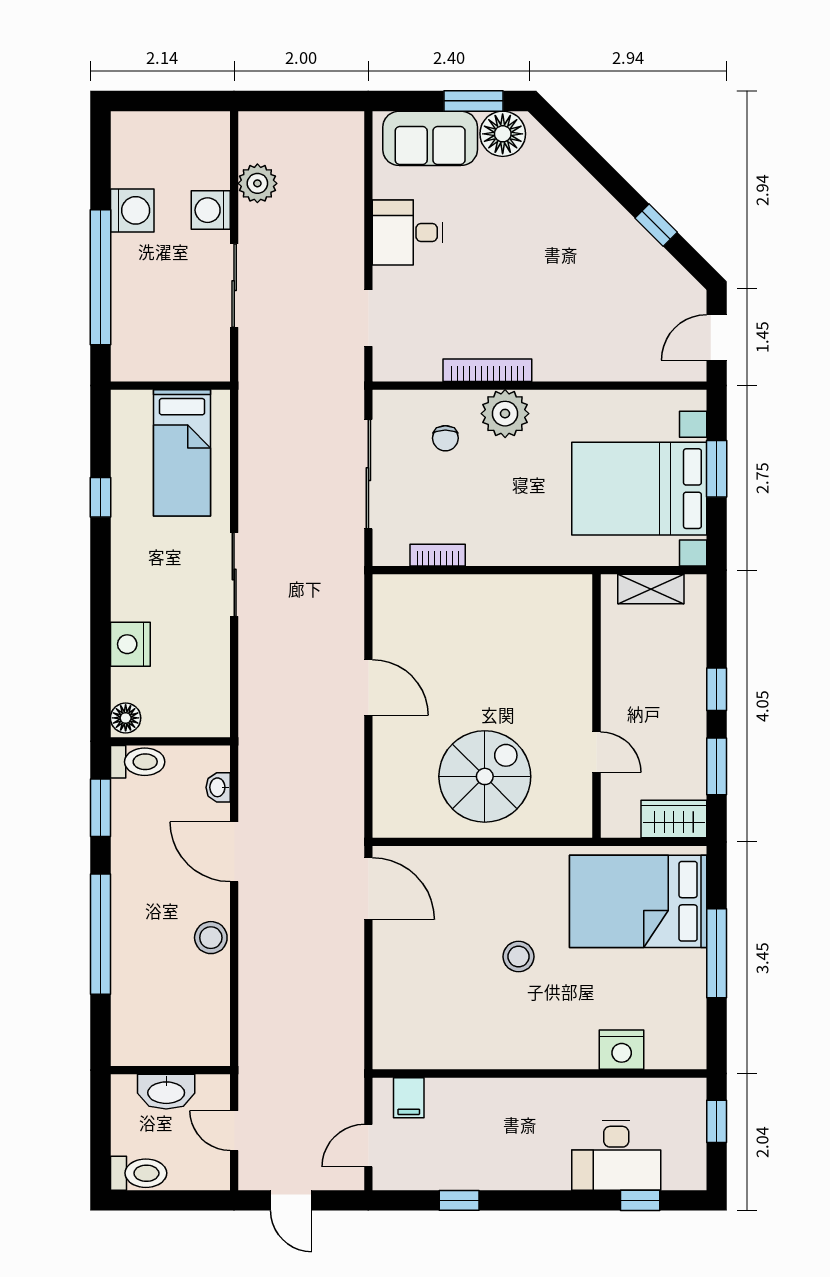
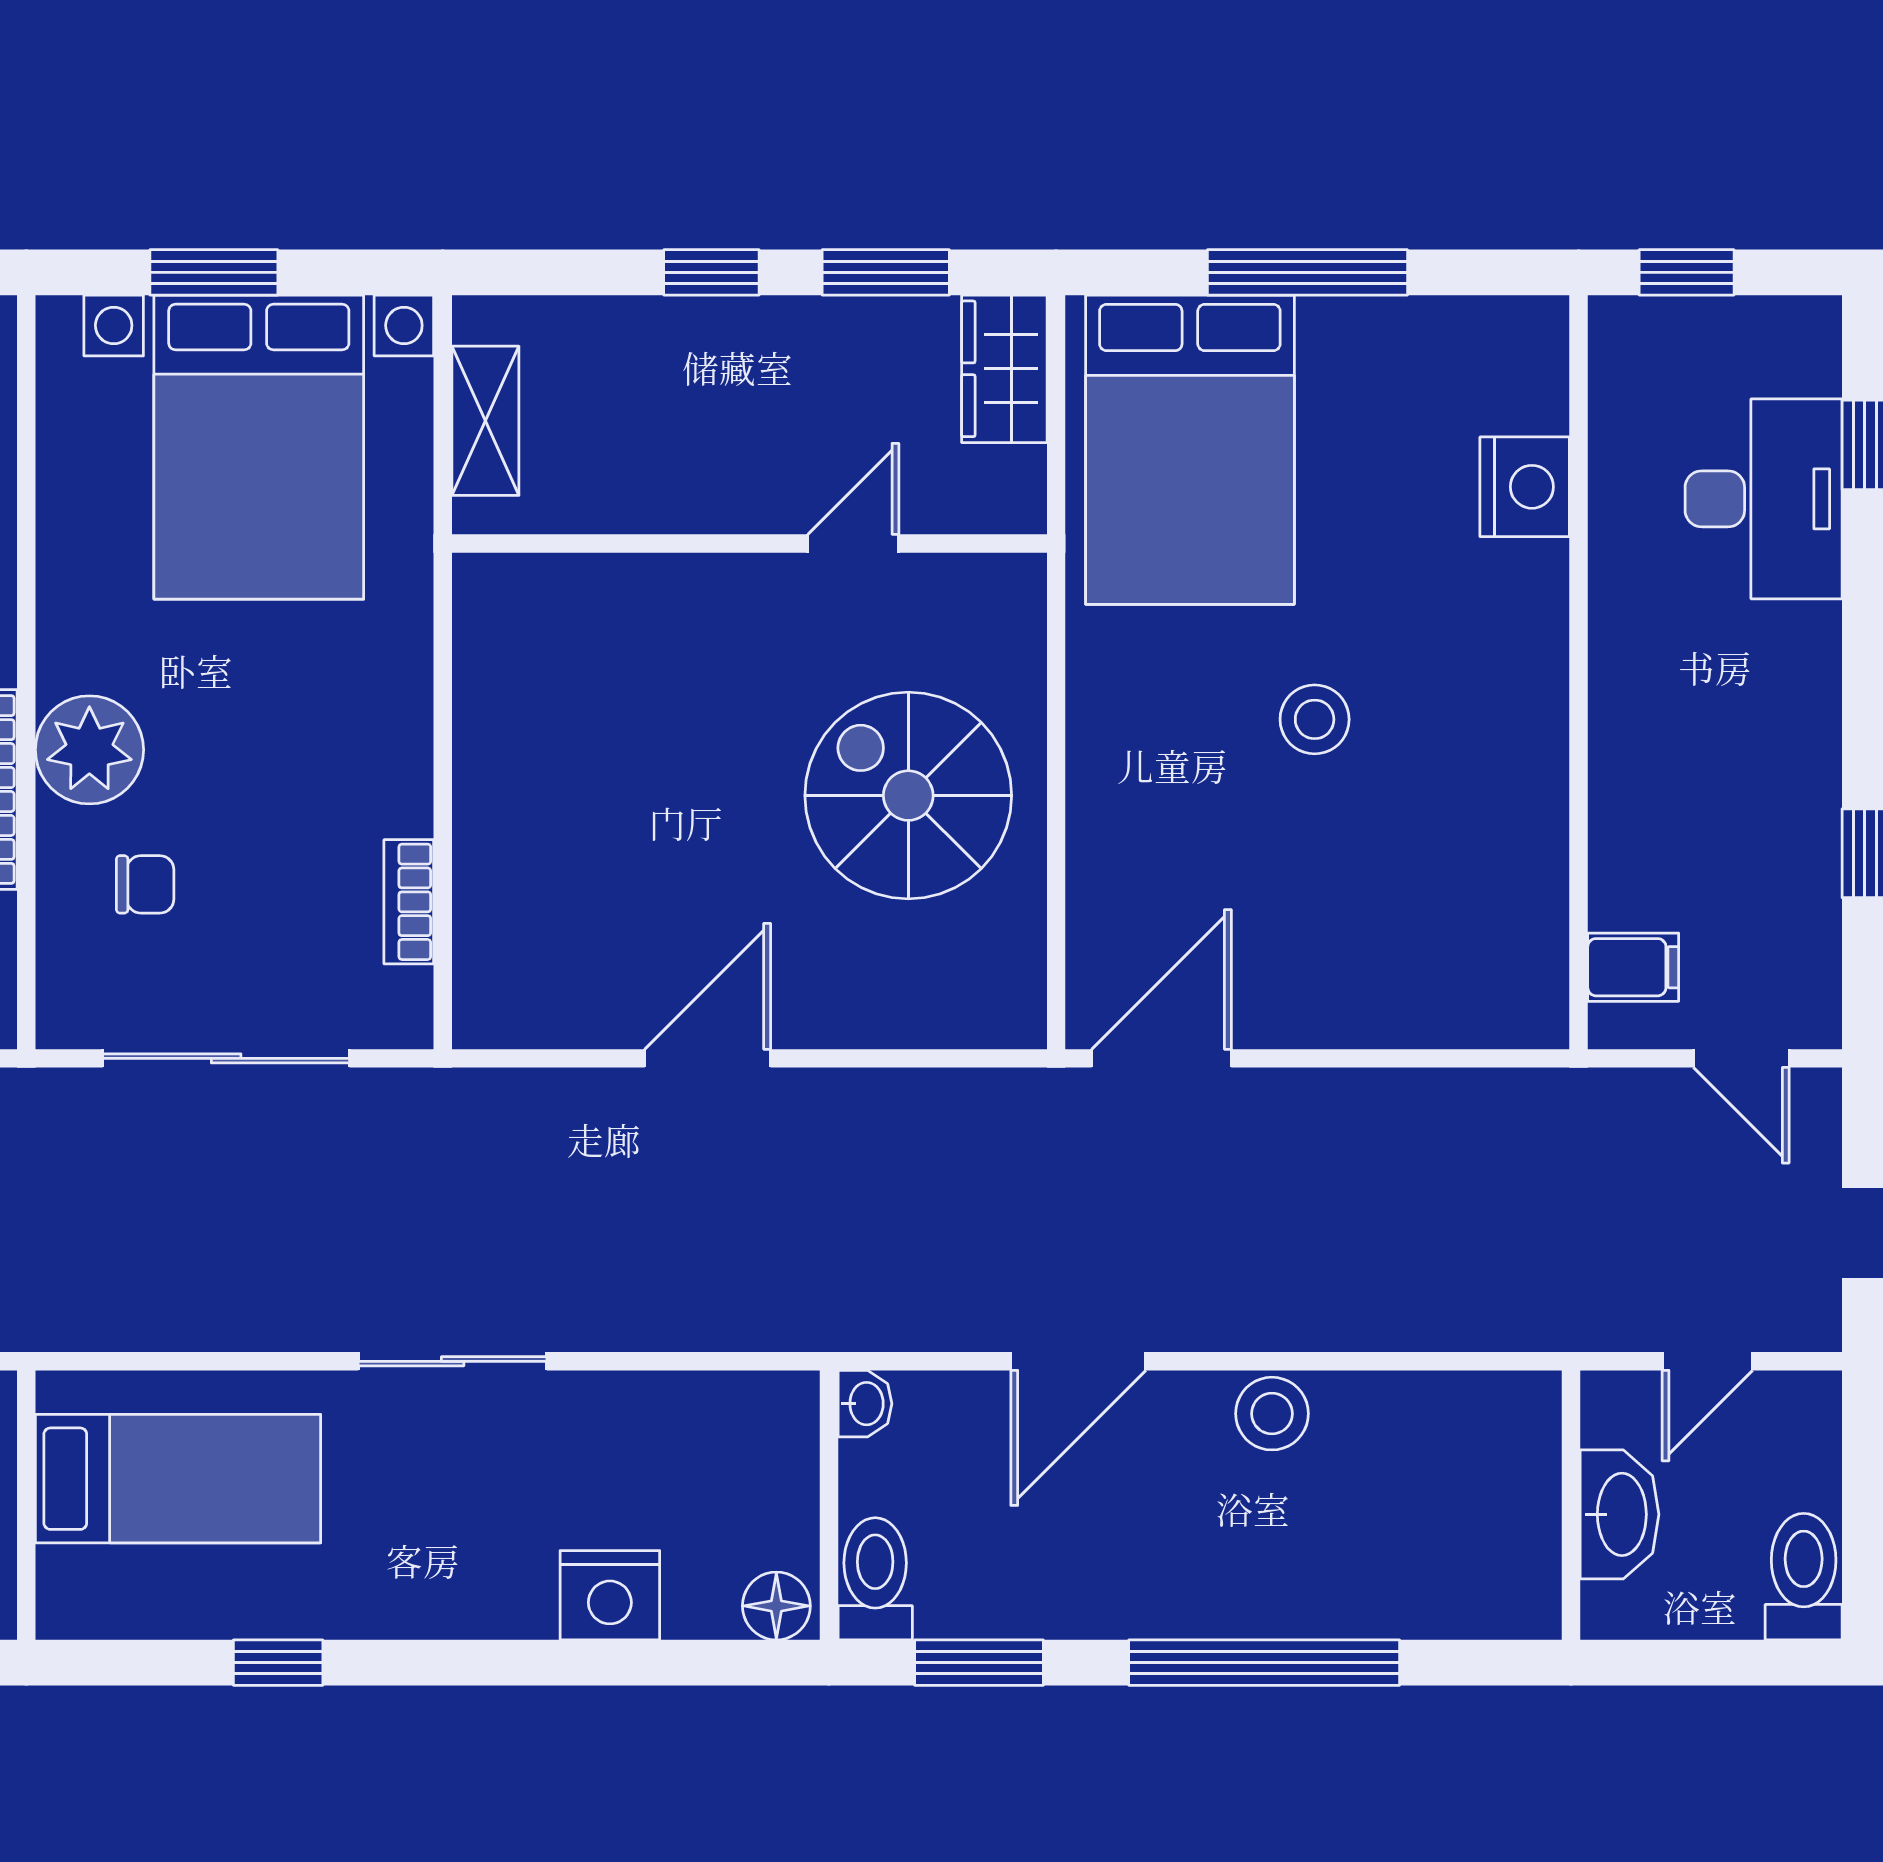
washbasin: (218, 787) -> (865, 1404), moved, turned -90

